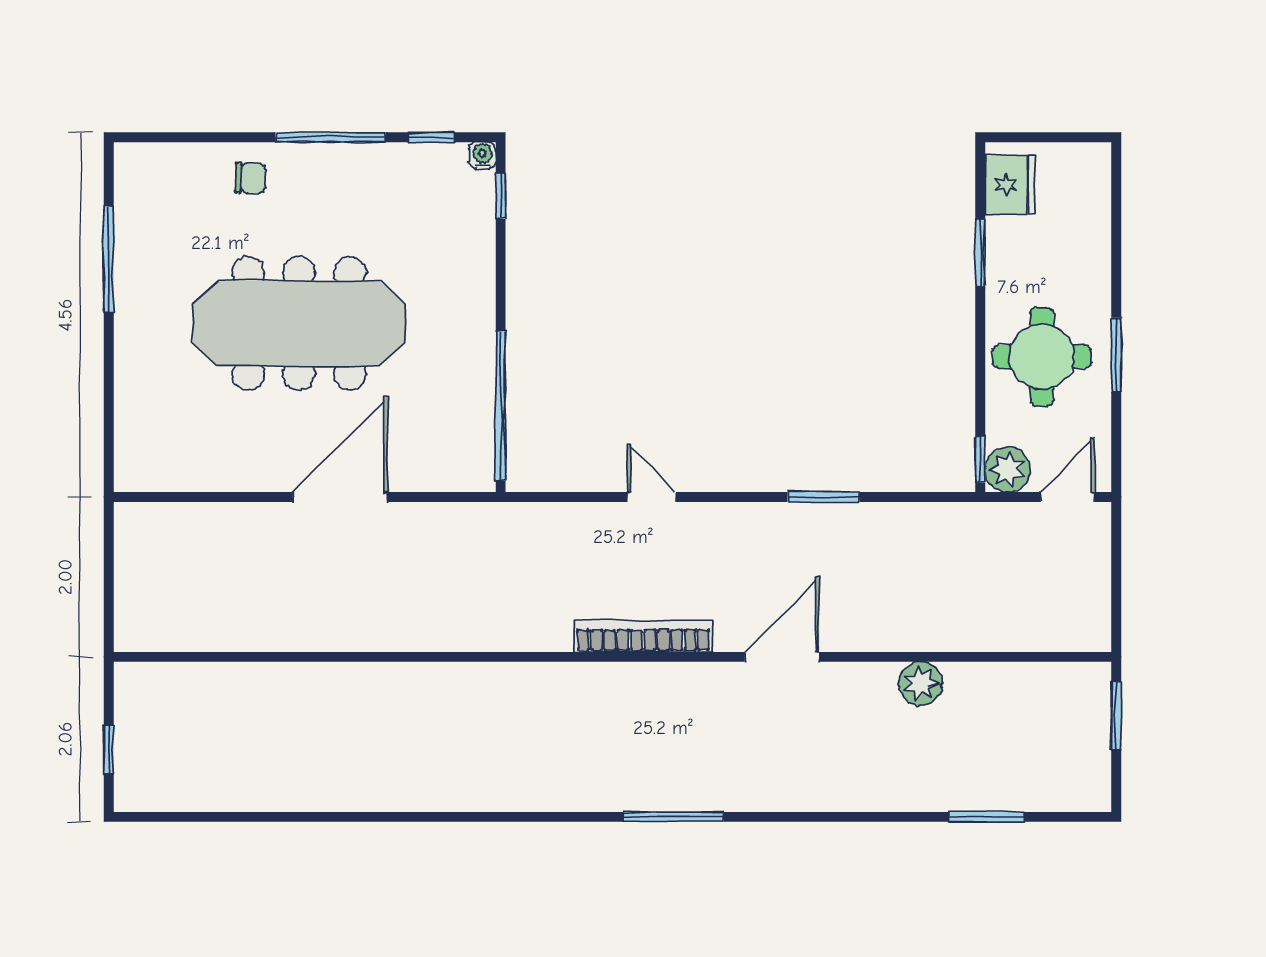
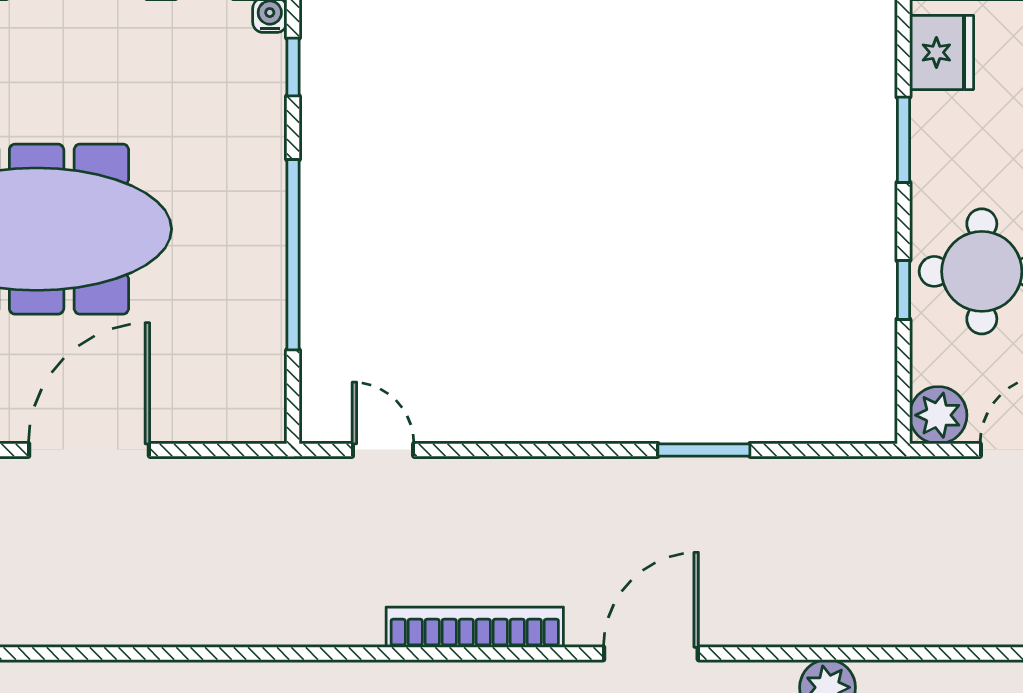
window: (501, 406) -> (293, 255), moved
window: (980, 460) -> (903, 290), moved
door: (652, 497) -> (383, 450), moved

